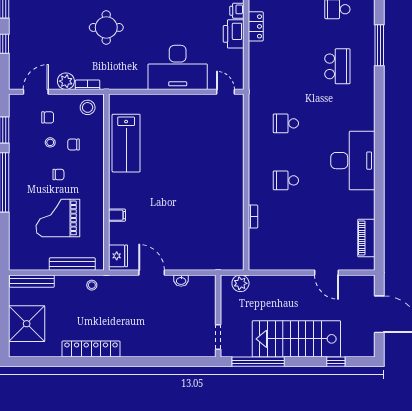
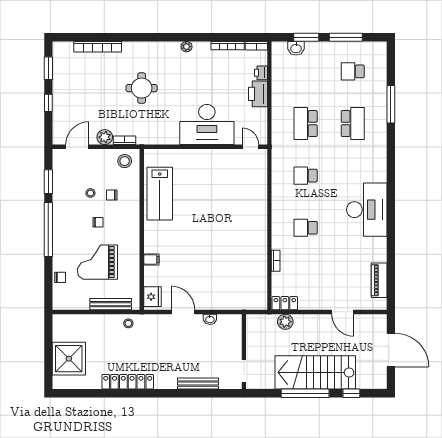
locker: (256, 26) -> (285, 303), moved, turned -90
school desk: (286, 66) -> (306, 124), added
chair: (48, 117) -> (60, 277), moved
bench: (32, 281) -> (198, 384), moved
plant: (240, 283) -> (285, 322), moved
window: (258, 362) -> (305, 393), moved

